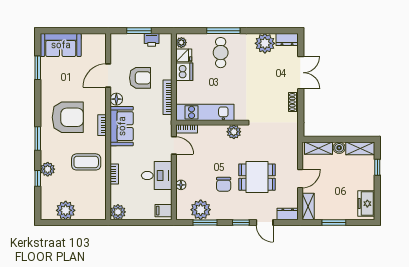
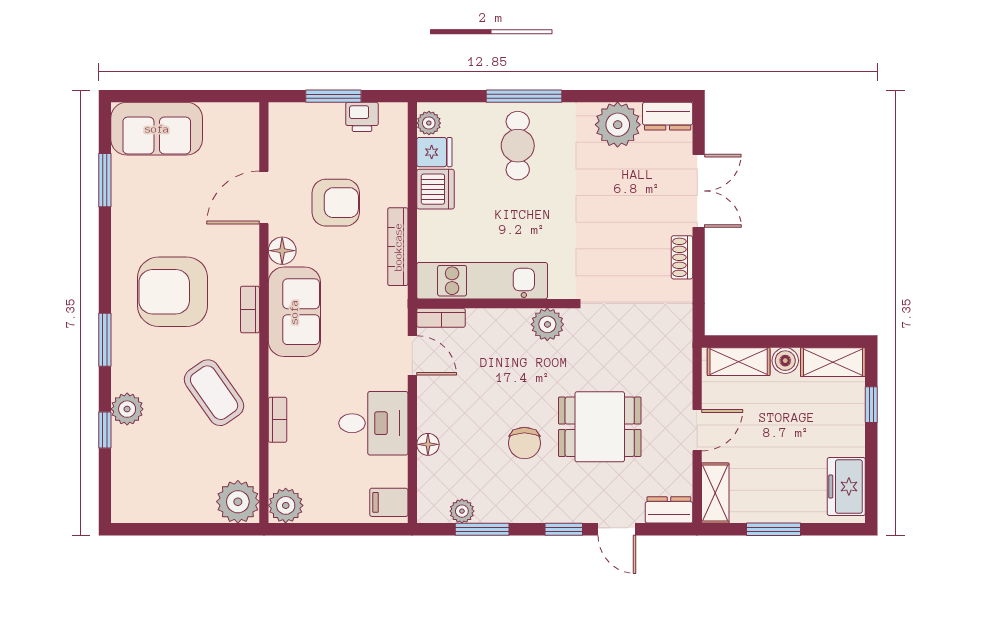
armchair: (68, 117) -> (173, 292), turned 180
coffee table: (86, 162) -> (214, 393), turned 55
plant: (66, 210) -> (238, 502), moved
plant: (201, 210) -> (462, 511), width x0.53, depth x0.53

